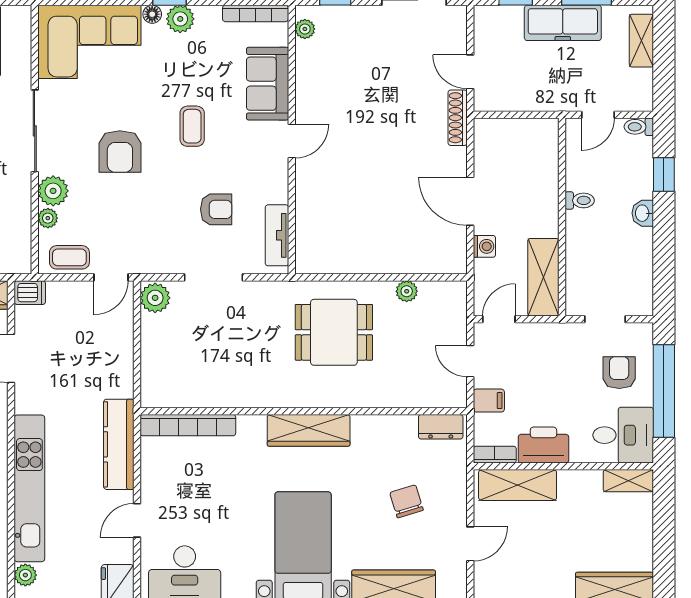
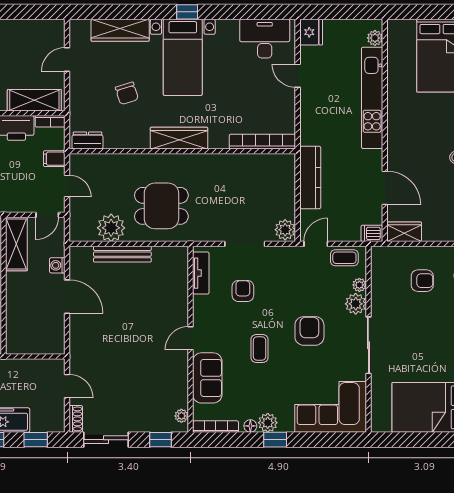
floor lamp: (152, 14) -> (250, 426), moved
shoe rack: (458, 118) -> (76, 419), moved, width x0.70
armchair: (216, 209) -> (243, 291), turned 90
bench: (390, 263) -> (122, 254), added
plant: (407, 291) -> (111, 228), width x1.87, depth x1.87
kitchen counter: (119, 444) -> (310, 177), moved
chair: (407, 501) -> (127, 93), moved
door: (137, 520) -> (298, 76), swing flipped

